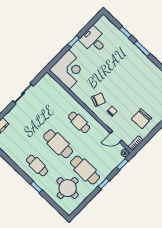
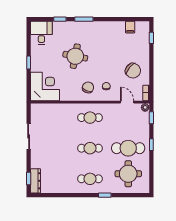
desk: (94, 40) -> (41, 33), moved, turned 90
round table: (111, 69) -> (75, 56), added
chair: (142, 119) -> (133, 71), turned -48
door: (116, 137) -> (127, 102), swing flipped
cafe table: (58, 144) -> (90, 148), width x0.73, depth x0.74

